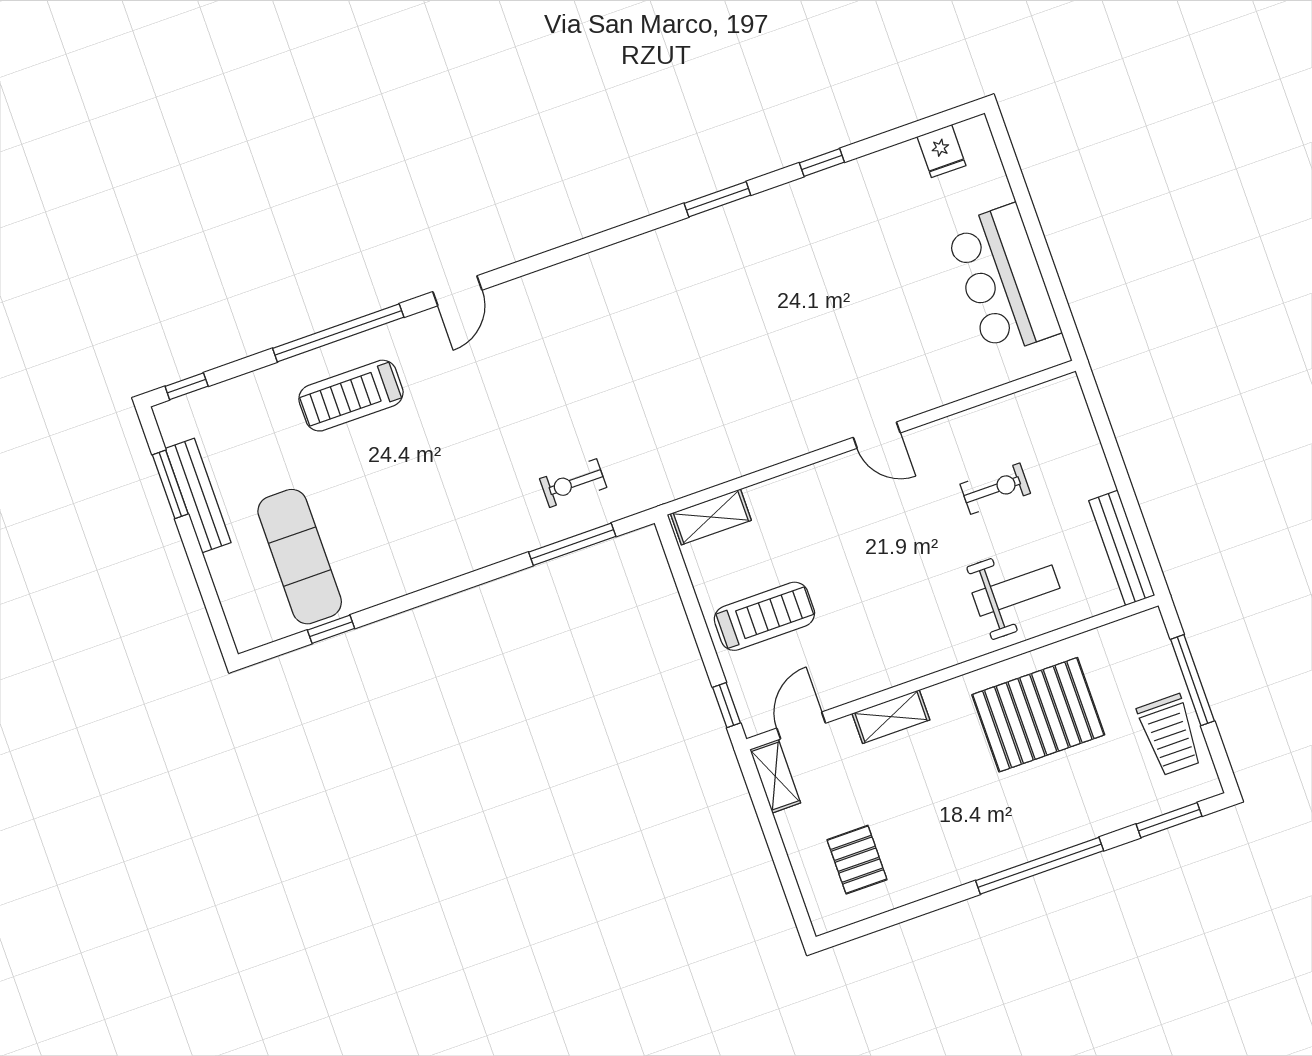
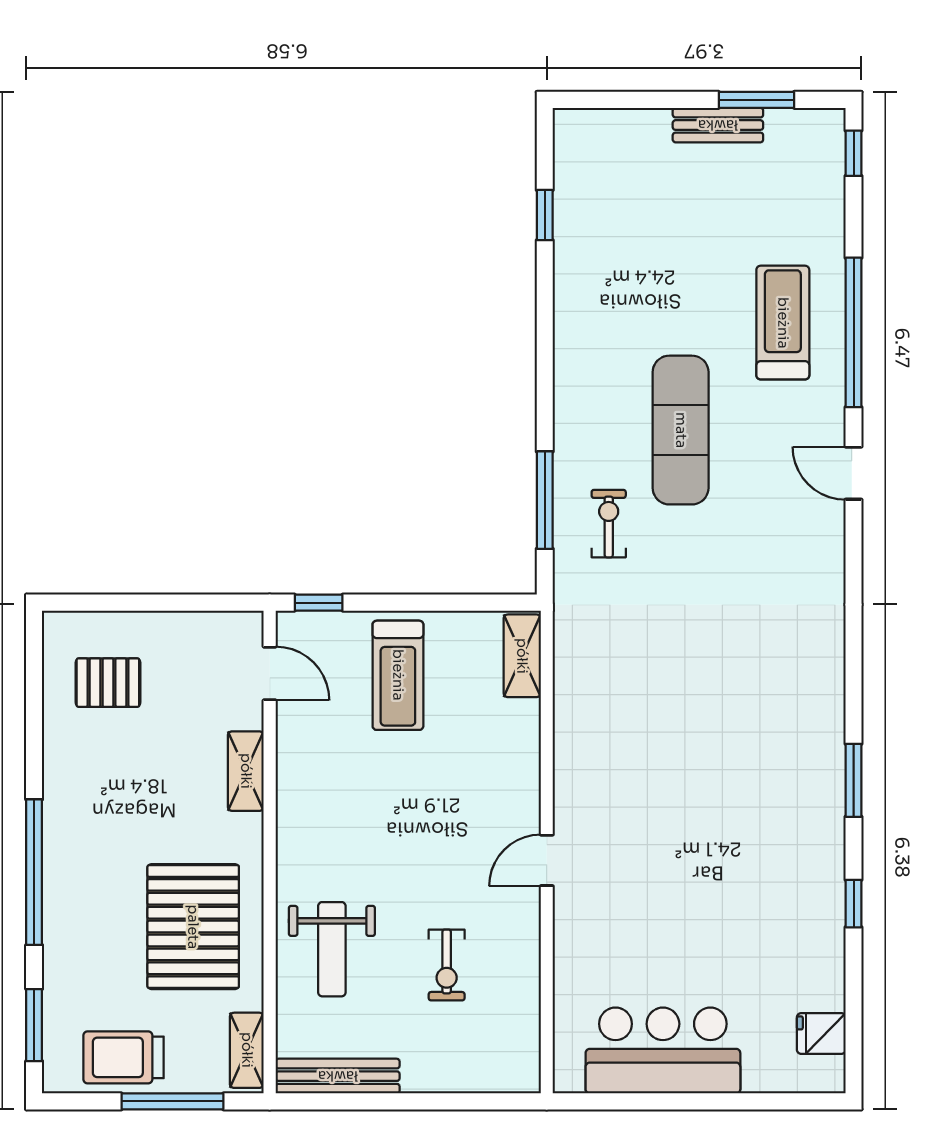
bench: (198, 495) -> (718, 125), width x0.73
exercise mat: (300, 557) -> (681, 430), moved, turned 90
shelving: (775, 776) -> (247, 1050), moved, turned 90

